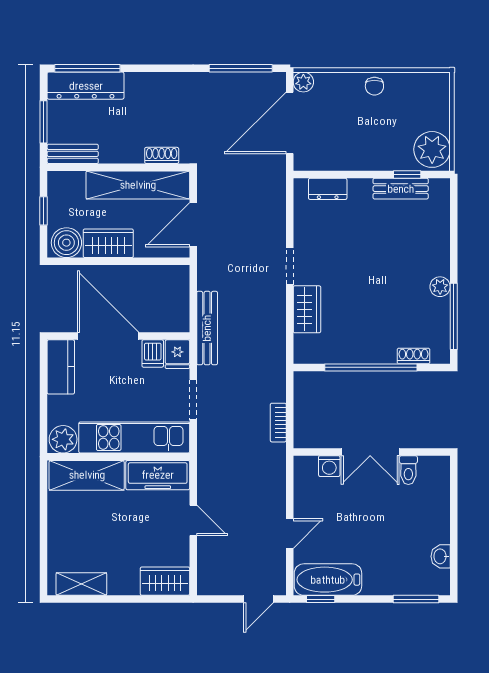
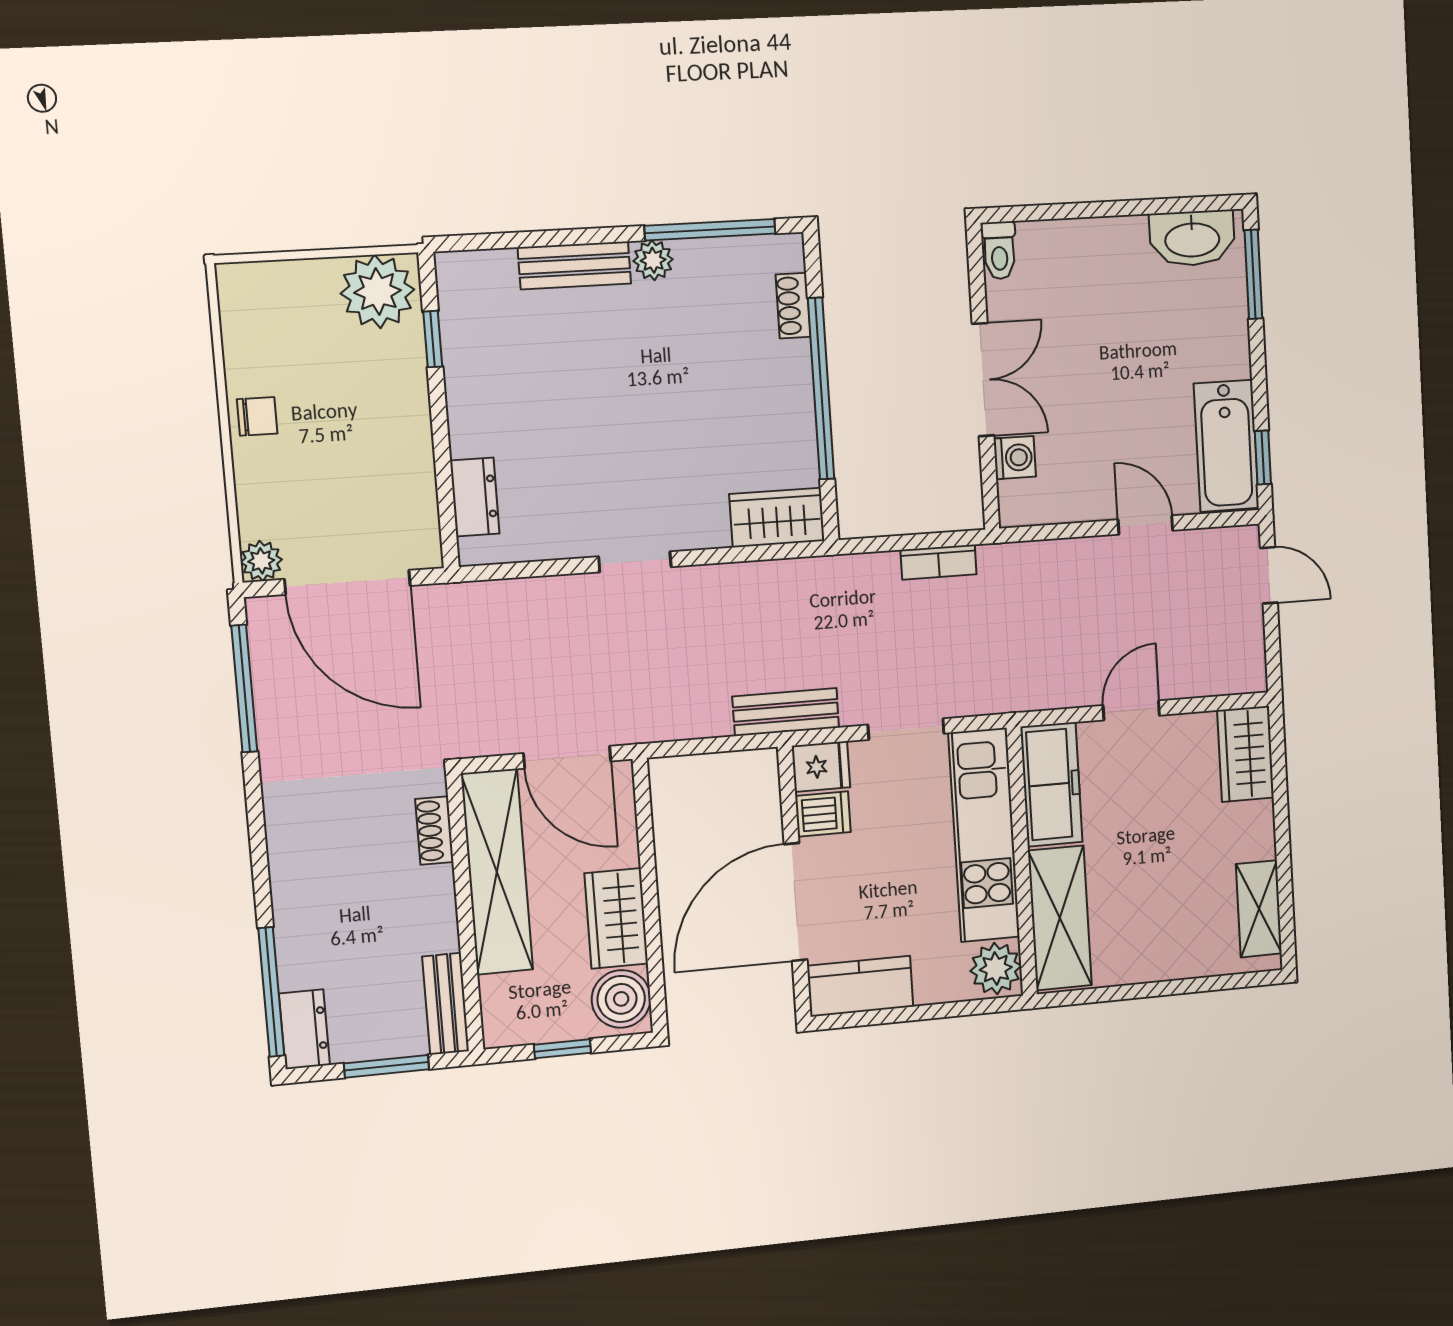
dresser: (86, 86) -> (304, 1029), width x0.51, depth x0.80
bench: (401, 189) -> (574, 265), moved, turned 90
wardrobe: (307, 309) -> (777, 518), moved
bench: (207, 328) -> (786, 712), width x0.73
toilet: (408, 470) -> (999, 250), moved, turned 90
washbasin: (441, 556) -> (1192, 238), width x1.91, depth x1.45

